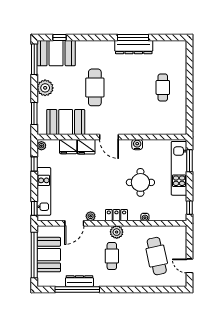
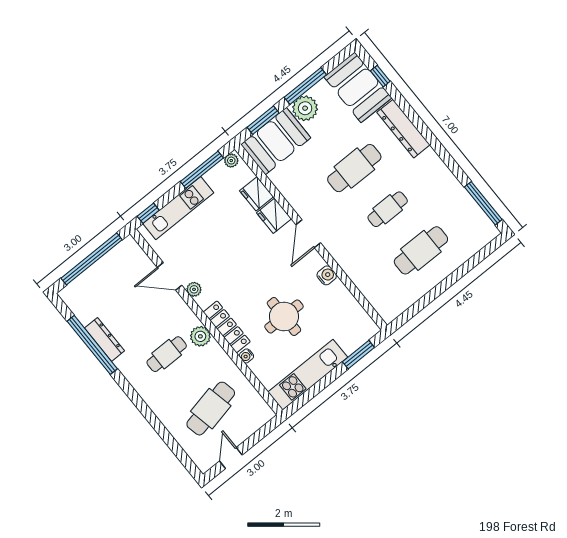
window: (133, 37) -> (483, 203), moved
dresser: (134, 47) -> (403, 129), moved
window: (34, 59) -> (305, 86), moved
cafe table: (129, 87) -> (388, 209), added
cafe table: (163, 87) -> (421, 250), width x1.37, depth x1.35
booth: (66, 122) -> (276, 141), moved, turned 90
window: (34, 164) -> (202, 170), width x2.17
kitchen unit: (179, 168) -> (308, 375), moved
window: (189, 208) -> (301, 401), removed
locker: (116, 215) -> (227, 327), width x1.53
booth: (49, 255) -> (106, 276), removed

